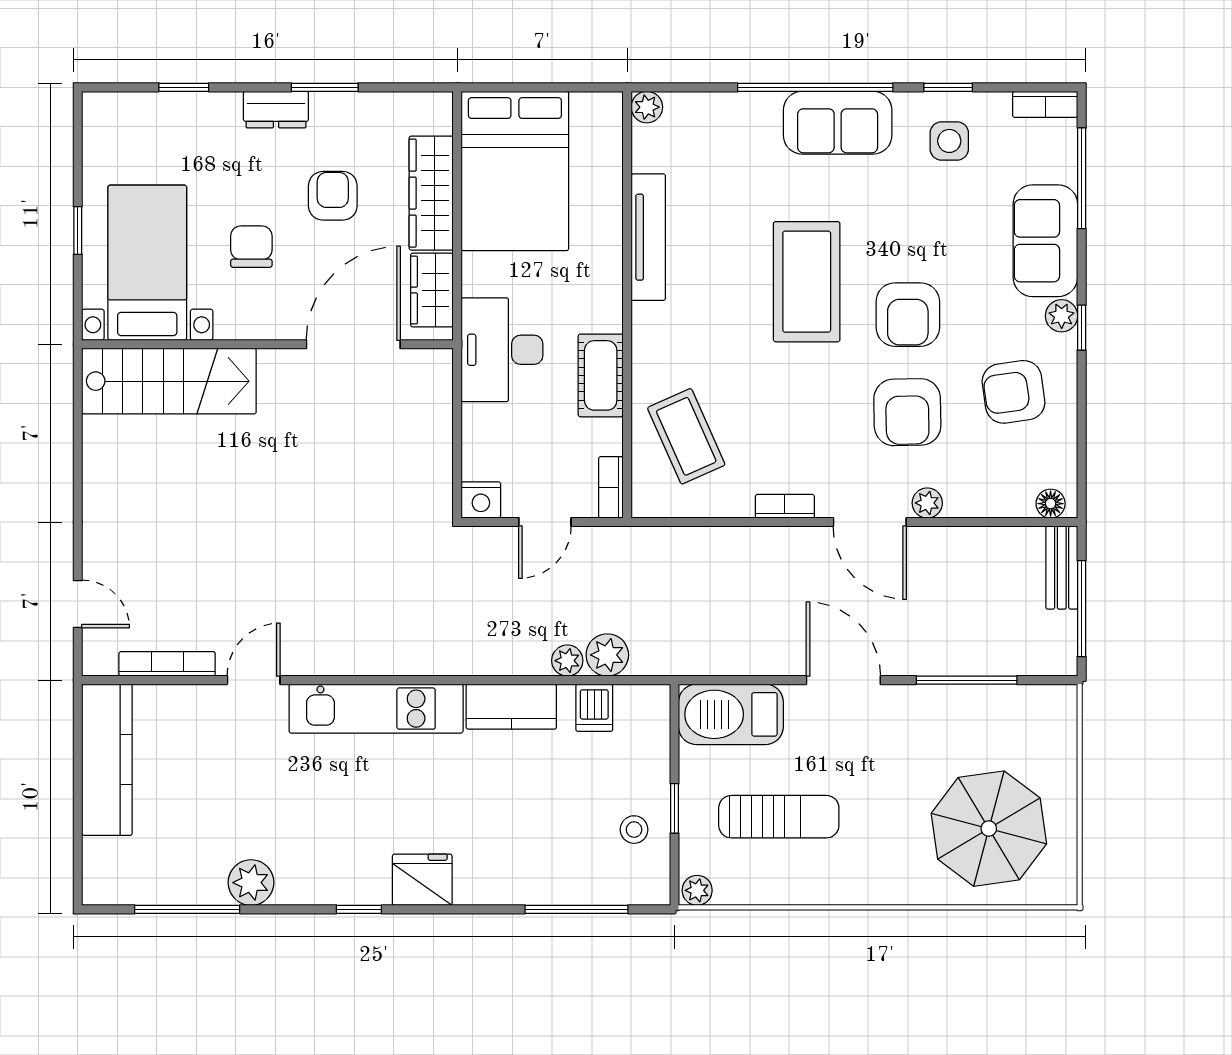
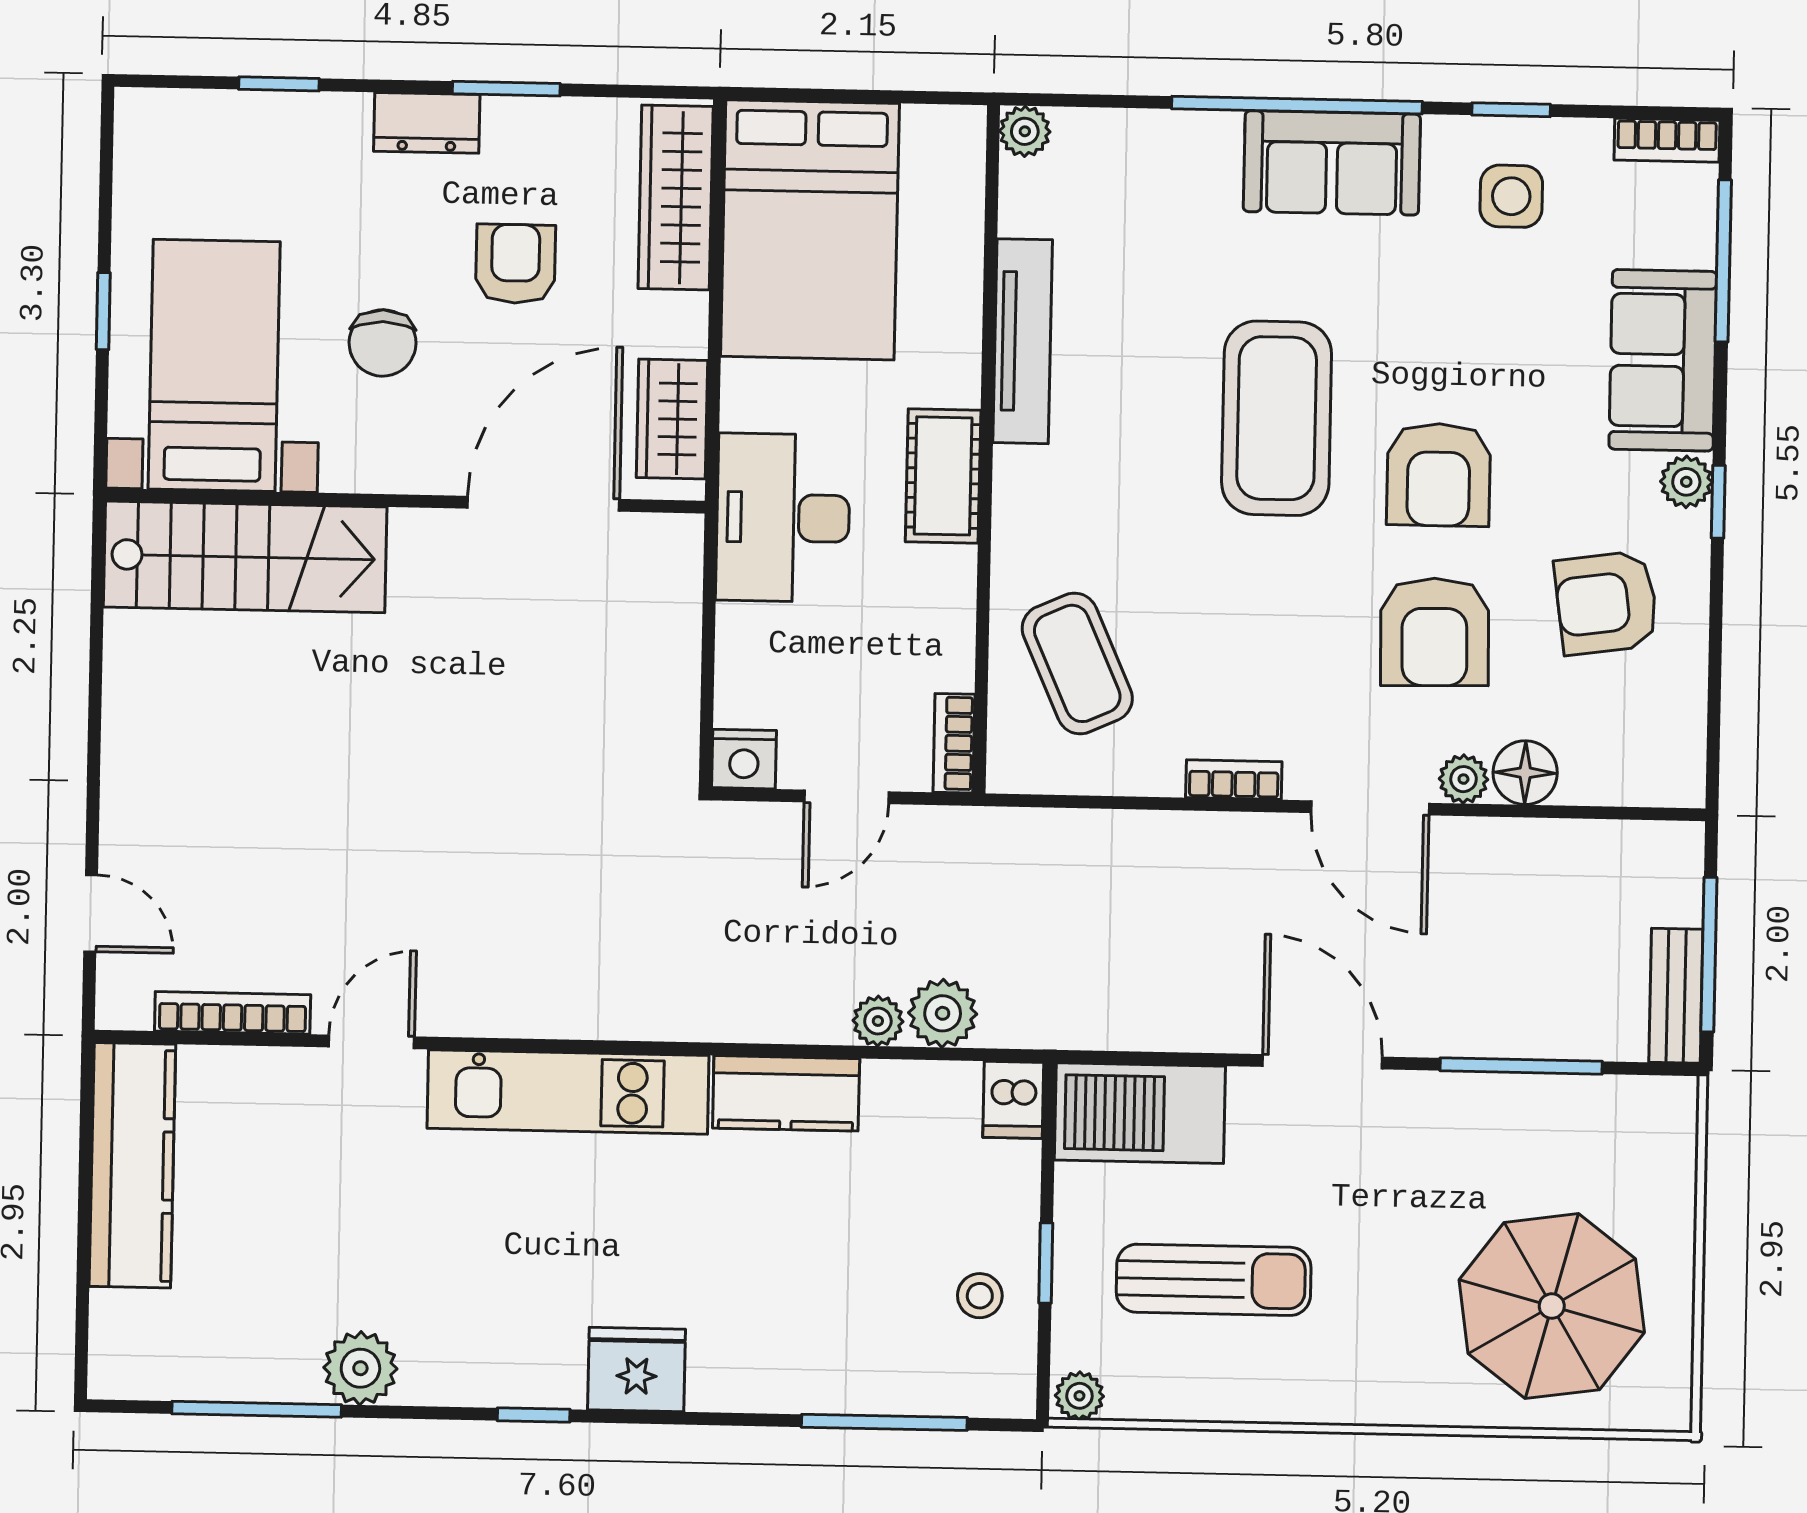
wardrobe: (431, 193) -> (676, 198), moved
chair: (251, 247) -> (383, 343), turned 180
cot: (601, 375) -> (943, 476), moved
floor lamp: (1051, 504) -> (1525, 773), moved, width x1.37, depth x1.37
bench: (1062, 568) -> (1676, 996), moved
dishwasher: (594, 708) -> (1013, 1100), moved

